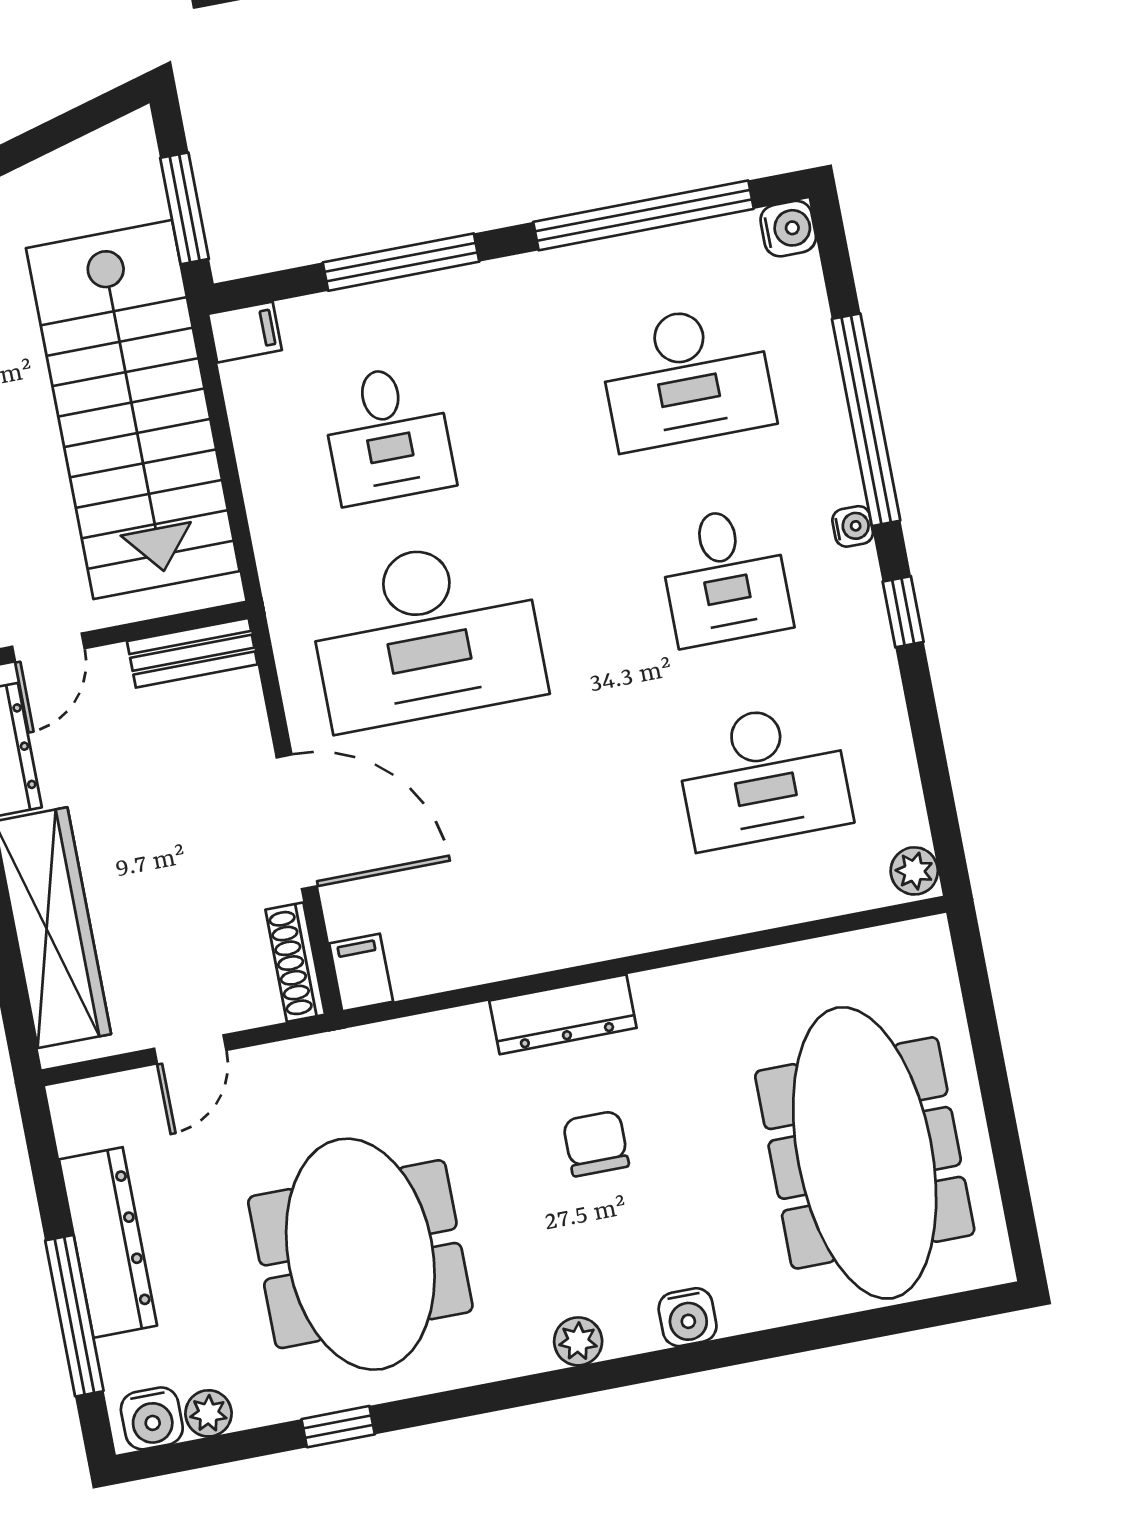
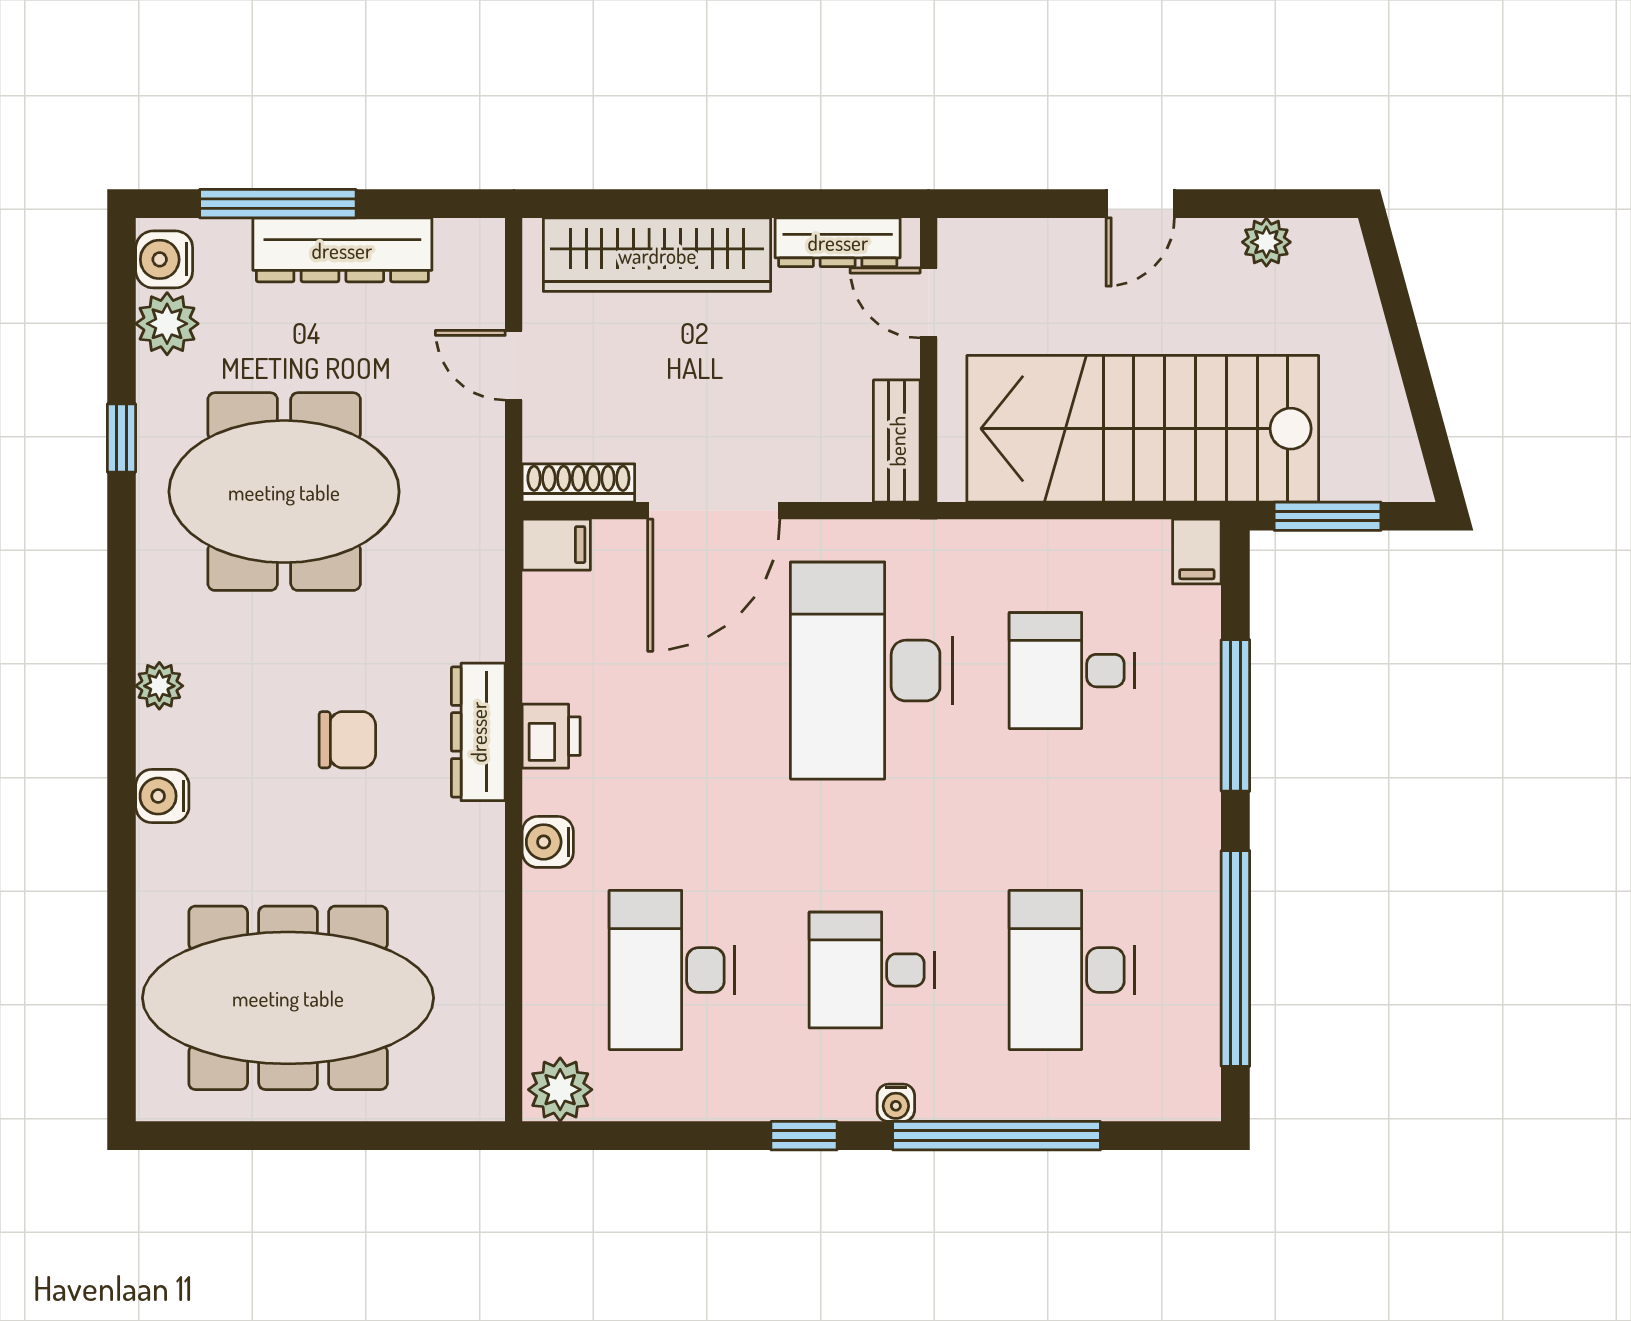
water cooler: (788, 229) -> (548, 842), moved, turned 90
plant: (914, 871) -> (560, 1090), width x1.38, depth x1.38
printer: (553, 941) -> (551, 736), added
plant: (209, 1413) -> (167, 324), width x1.38, depth x1.38

